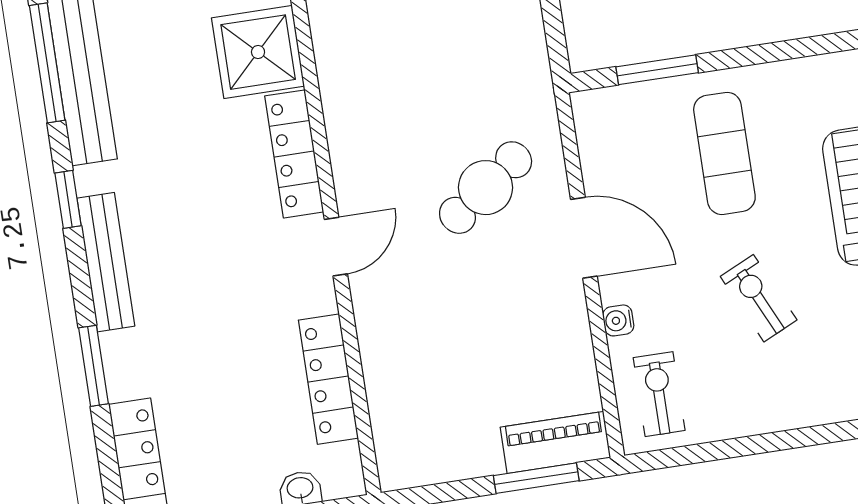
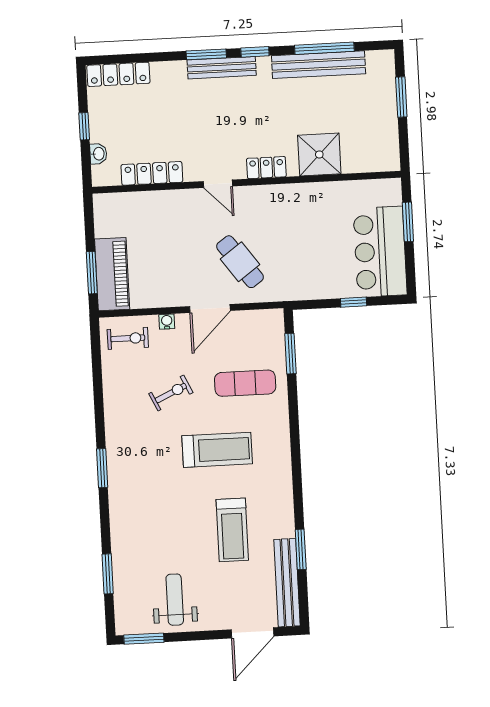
locker: (294, 154) -> (266, 168), width x0.66
window: (93, 366) -> (206, 54), moved
piano: (555, 442) -> (112, 274), width x1.37, depth x1.33

